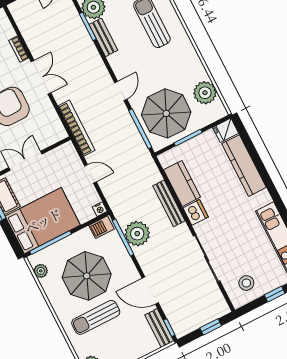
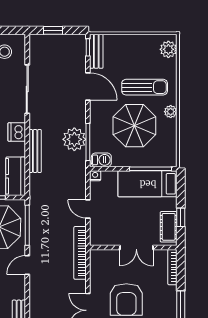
kitchen counter: (182, 183) -> (16, 176), moved
bed: (43, 221) -> (148, 184), width x0.67
plant: (41, 271) -> (171, 112), moved

